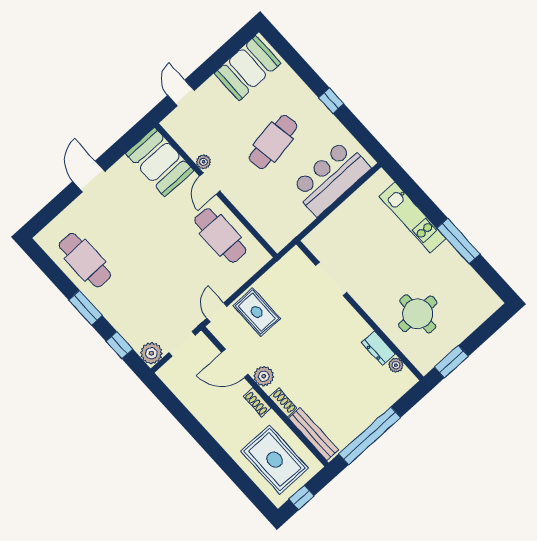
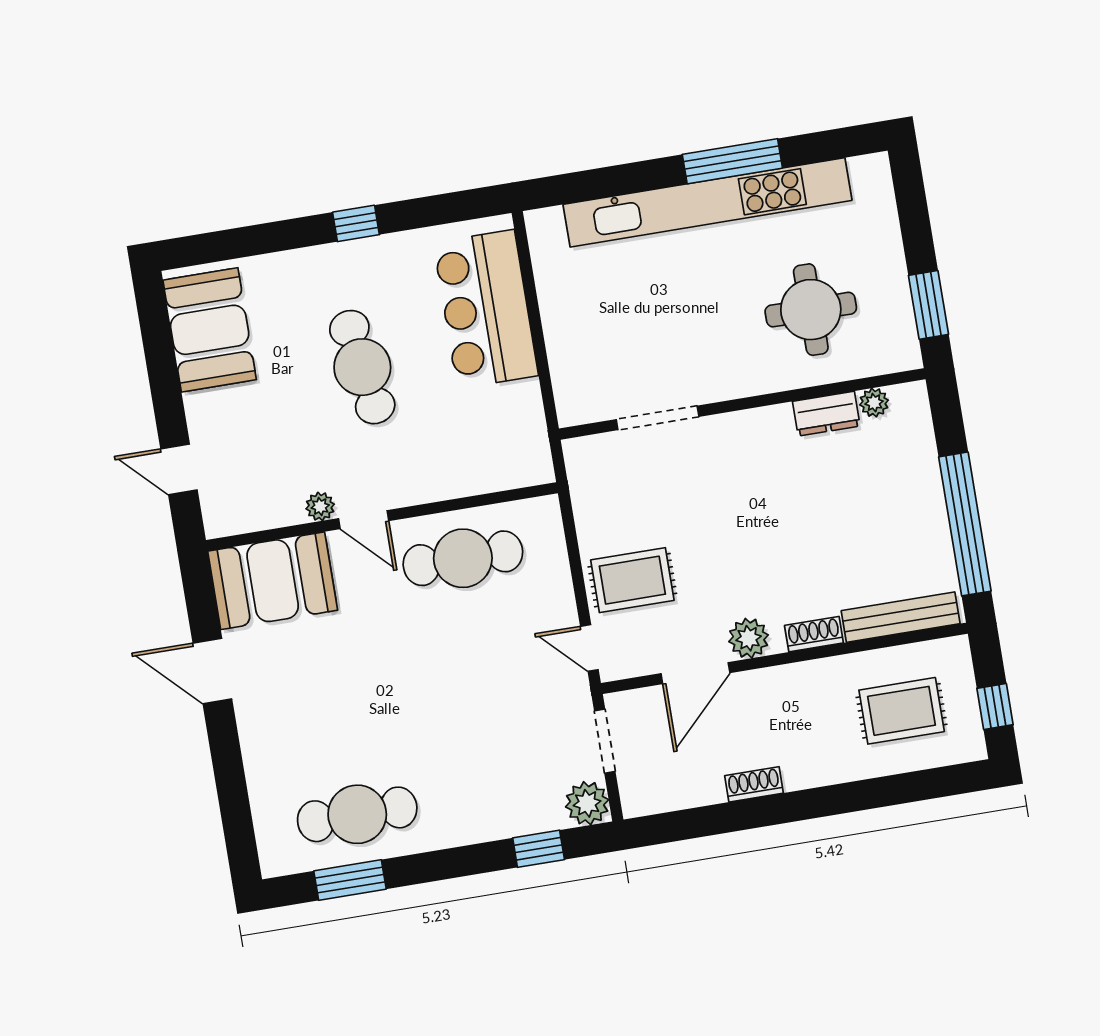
door: (89, 176) -> (212, 671), moved
kitchen unit: (413, 217) -> (707, 202), width x1.86
window: (85, 308) -> (350, 880), moved
shoe rack: (257, 402) -> (754, 784), moved, turned 180
rug: (275, 460) -> (902, 711), width x0.73, depth x0.70

